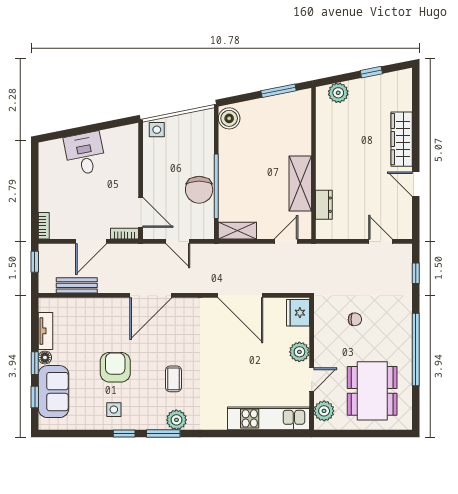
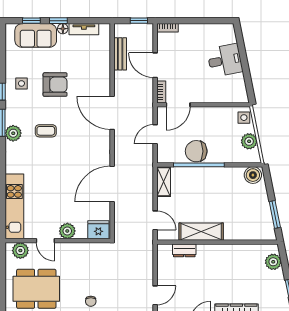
plant: (187, 123) -> (249, 141), added
chair: (355, 319) -> (91, 301), moved

